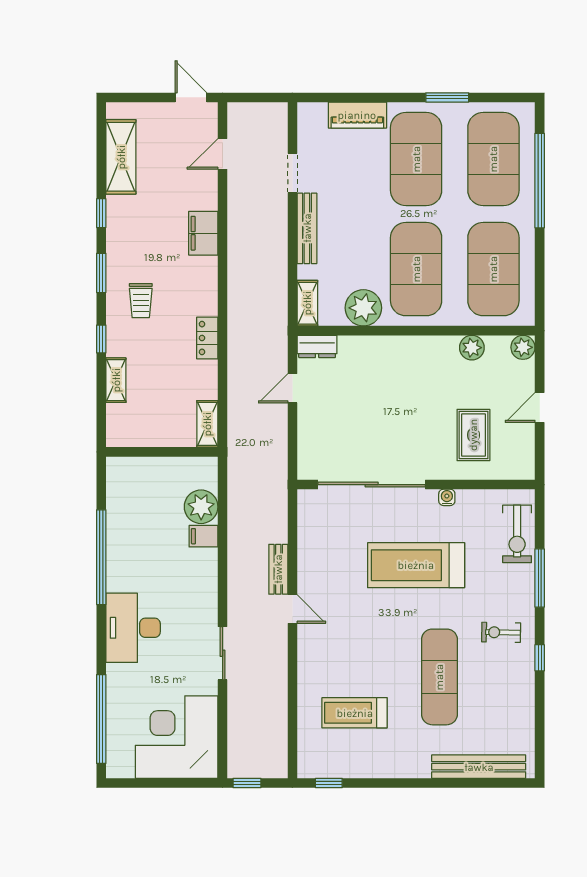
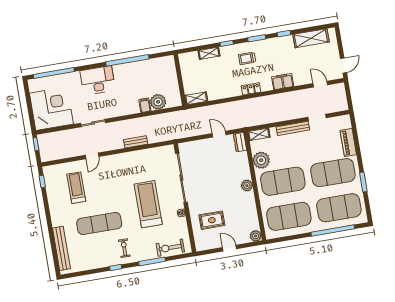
locker: (207, 338) -> (251, 89), moved
plant: (472, 348) -> (247, 186), moved
door: (292, 609) -> (92, 156), moved

